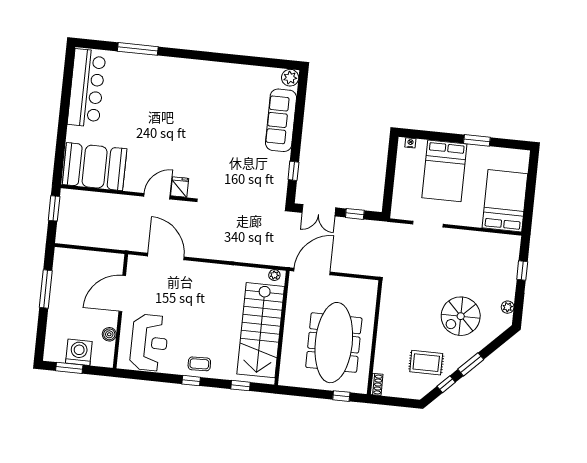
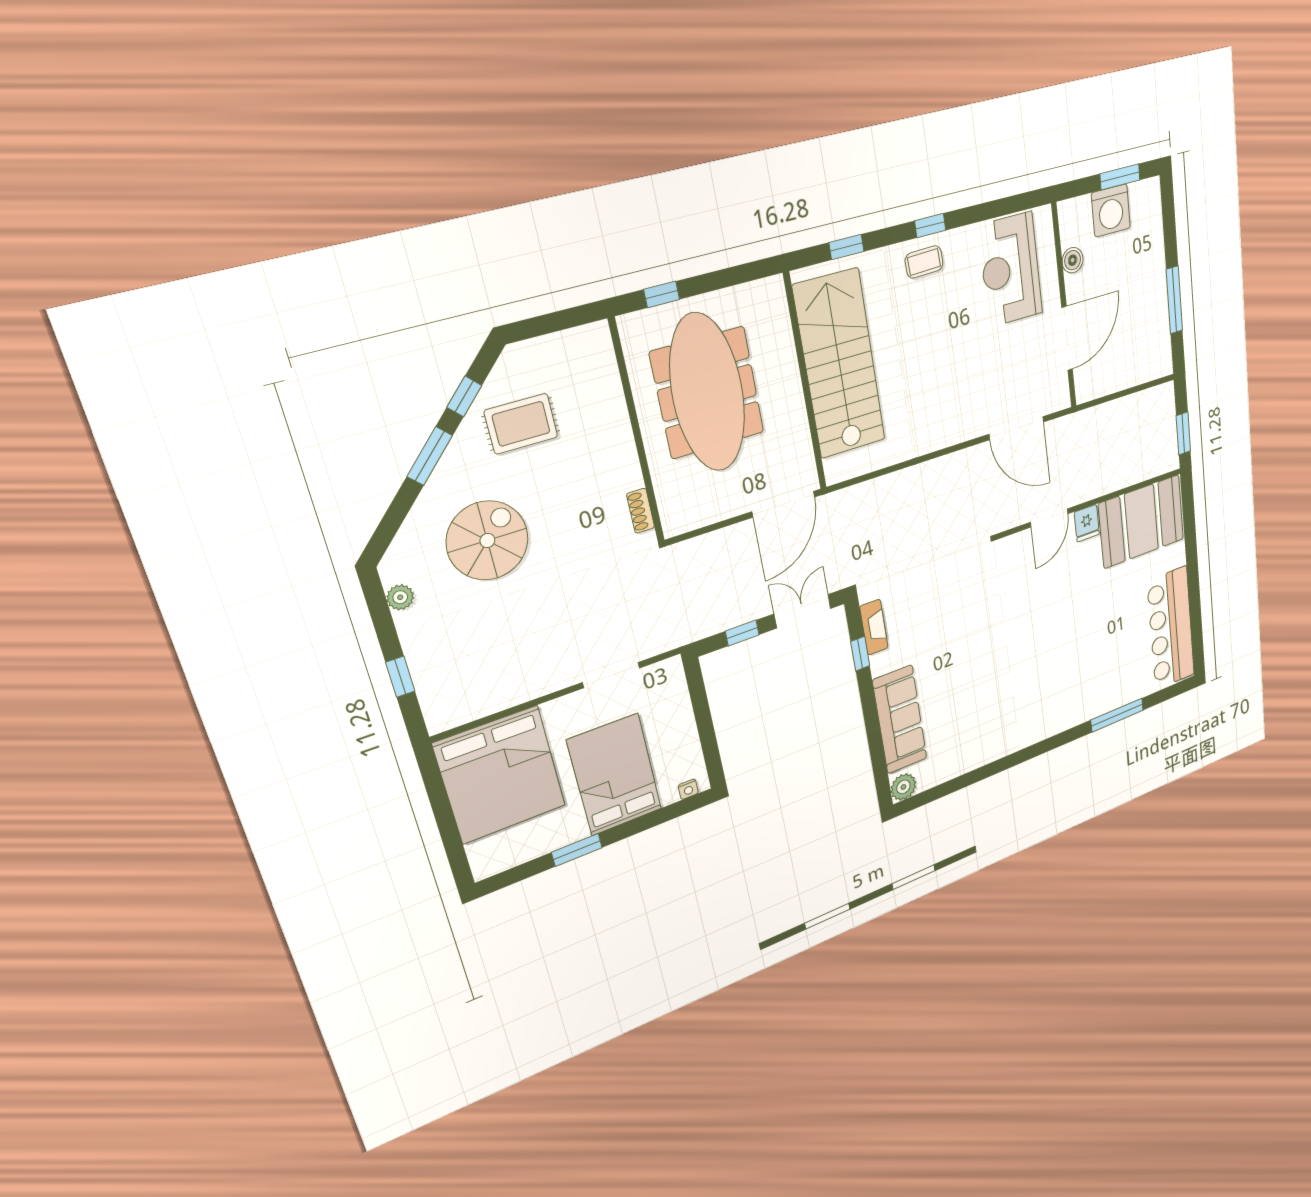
fireplace: (281, 182) -> (874, 627), added
fridge: (180, 187) -> (1087, 523), moved
bed: (505, 201) -> (500, 775), width x1.36
plant: (274, 275) -> (843, 471), removed
shoe rack: (377, 384) -> (641, 511), moved

